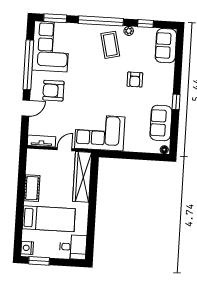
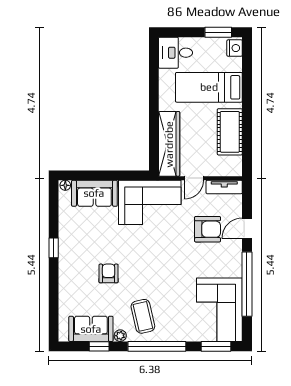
sofa: (166, 46) -> (91, 329), moved, turned -90
armchair: (53, 91) -> (208, 229), moved
sofa: (161, 123) -> (94, 193), moved, turned 90
cot: (32, 188) -> (230, 132), width x1.37, depth x1.34

